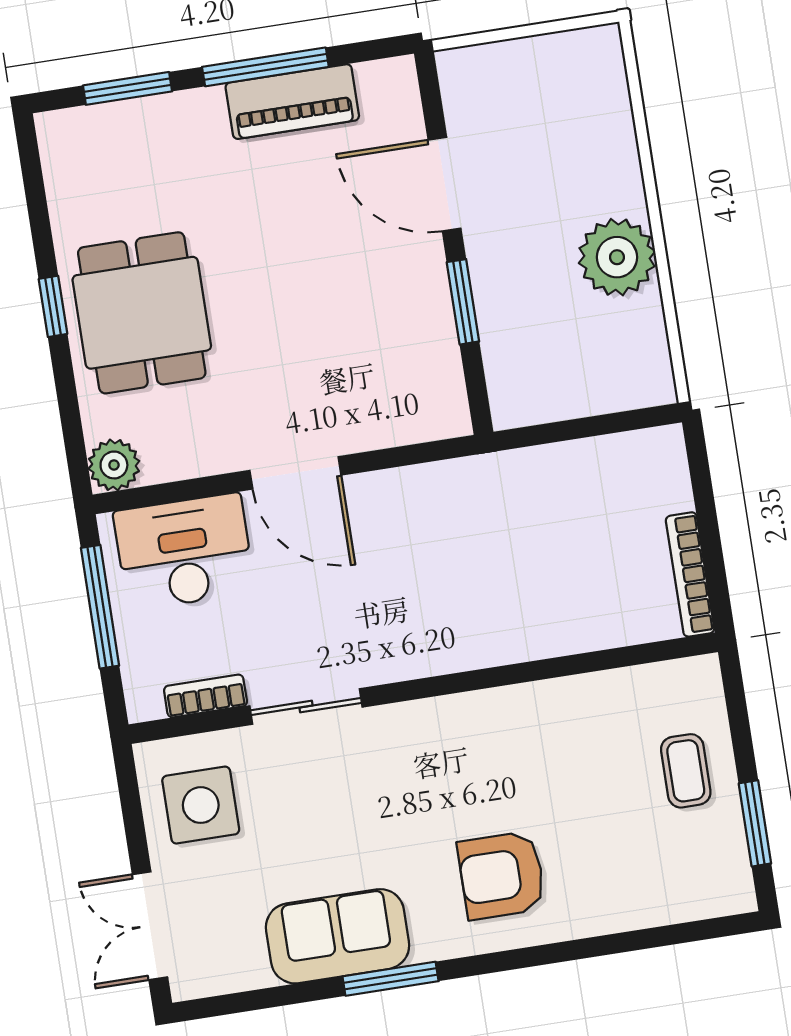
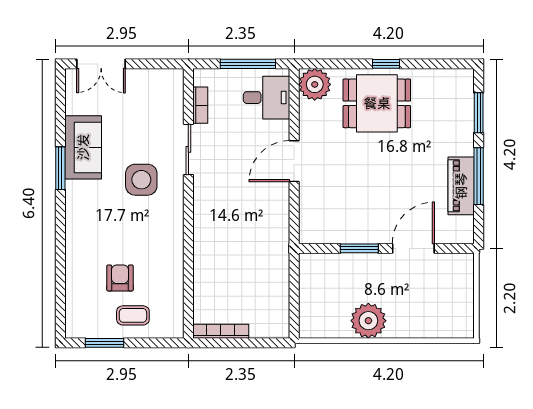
plant: (114, 465) -> (315, 84), width x1.36, depth x1.36
desk: (184, 552) -> (267, 98), width x0.73
side table: (201, 805) -> (141, 180), moved
armchair: (502, 875) -> (120, 278), moved, width x0.72, depth x0.72
double door: (150, 926) -> (101, 64), swing flipped

